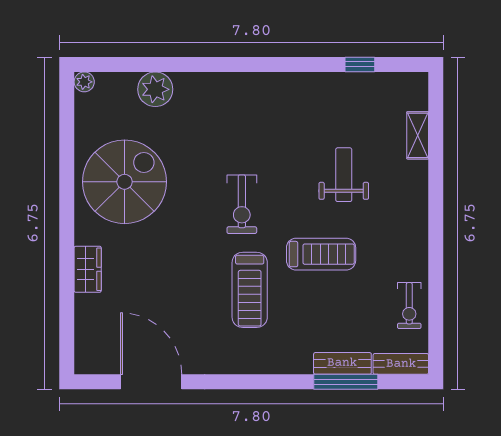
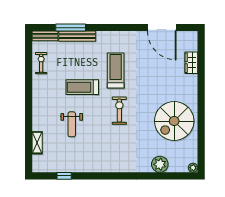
wardrobe: (88, 269) -> (191, 63), moved
bench: (342, 363) -> (77, 36), width x1.36

